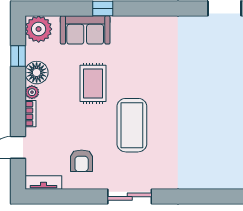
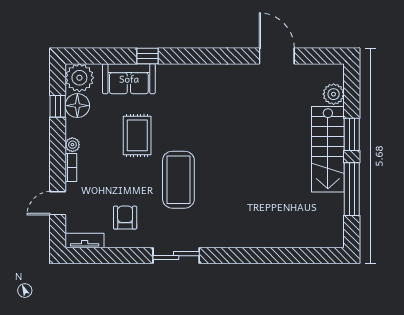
floor lamp: (37, 73) -> (77, 106), moved
armchair: (82, 161) -> (125, 218), turned 180

